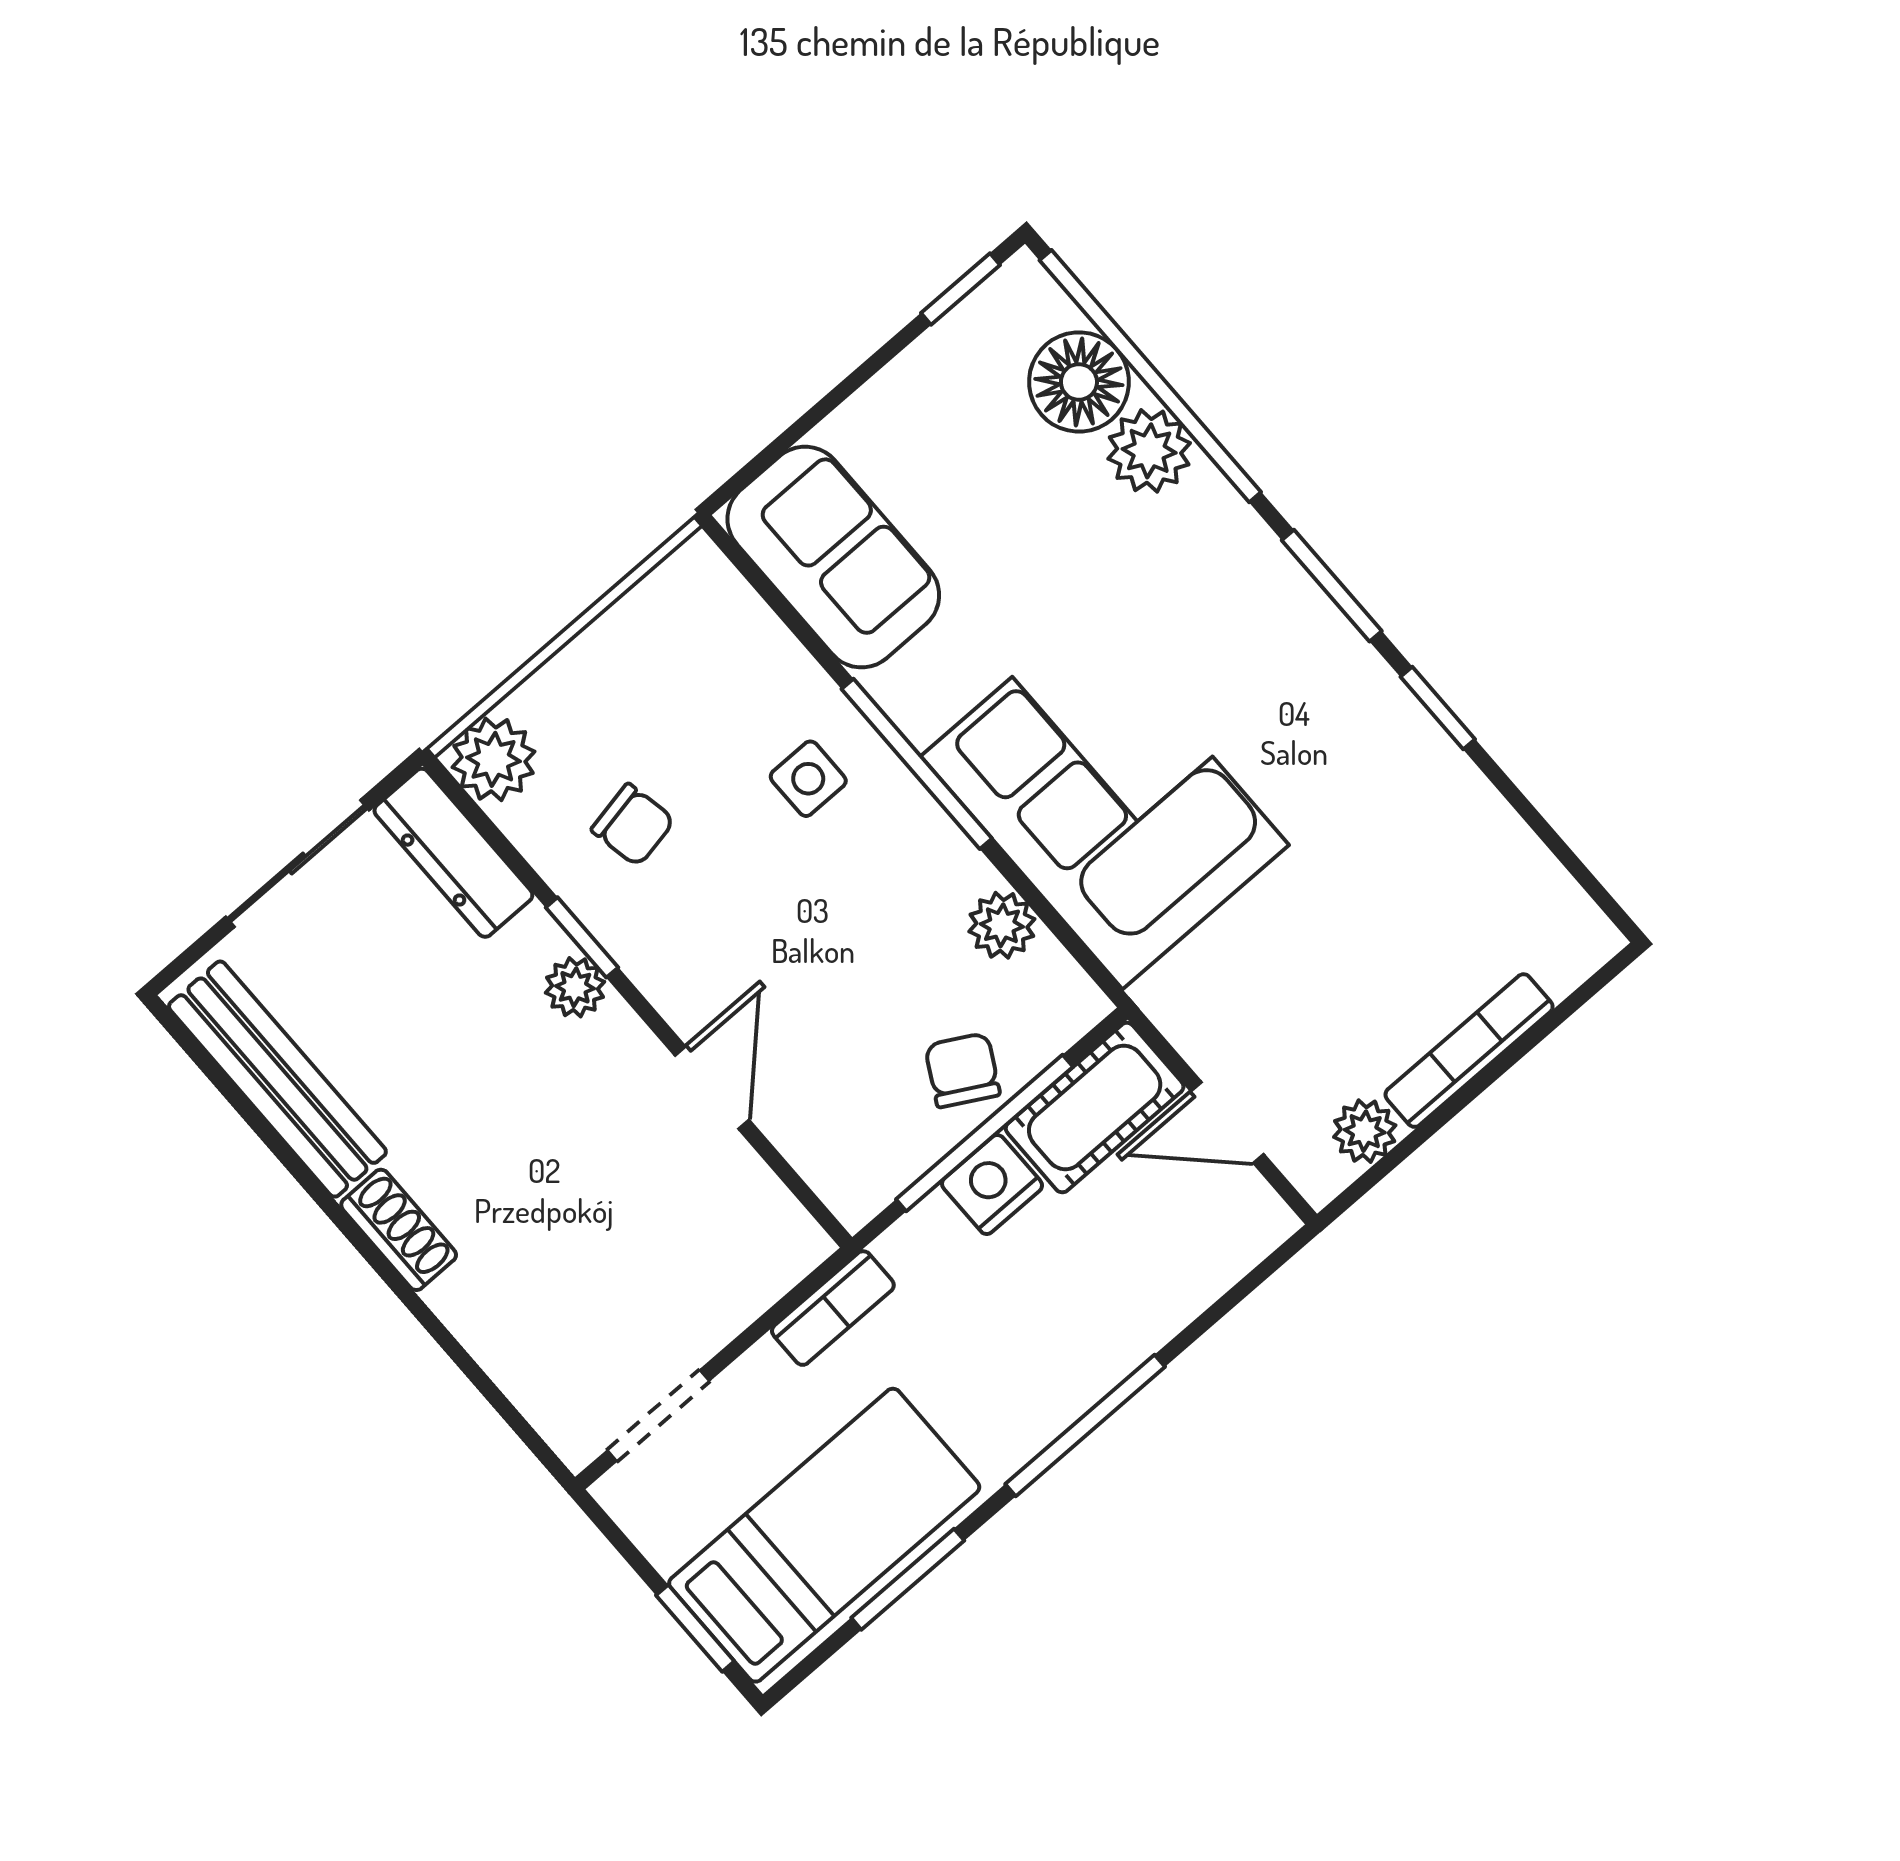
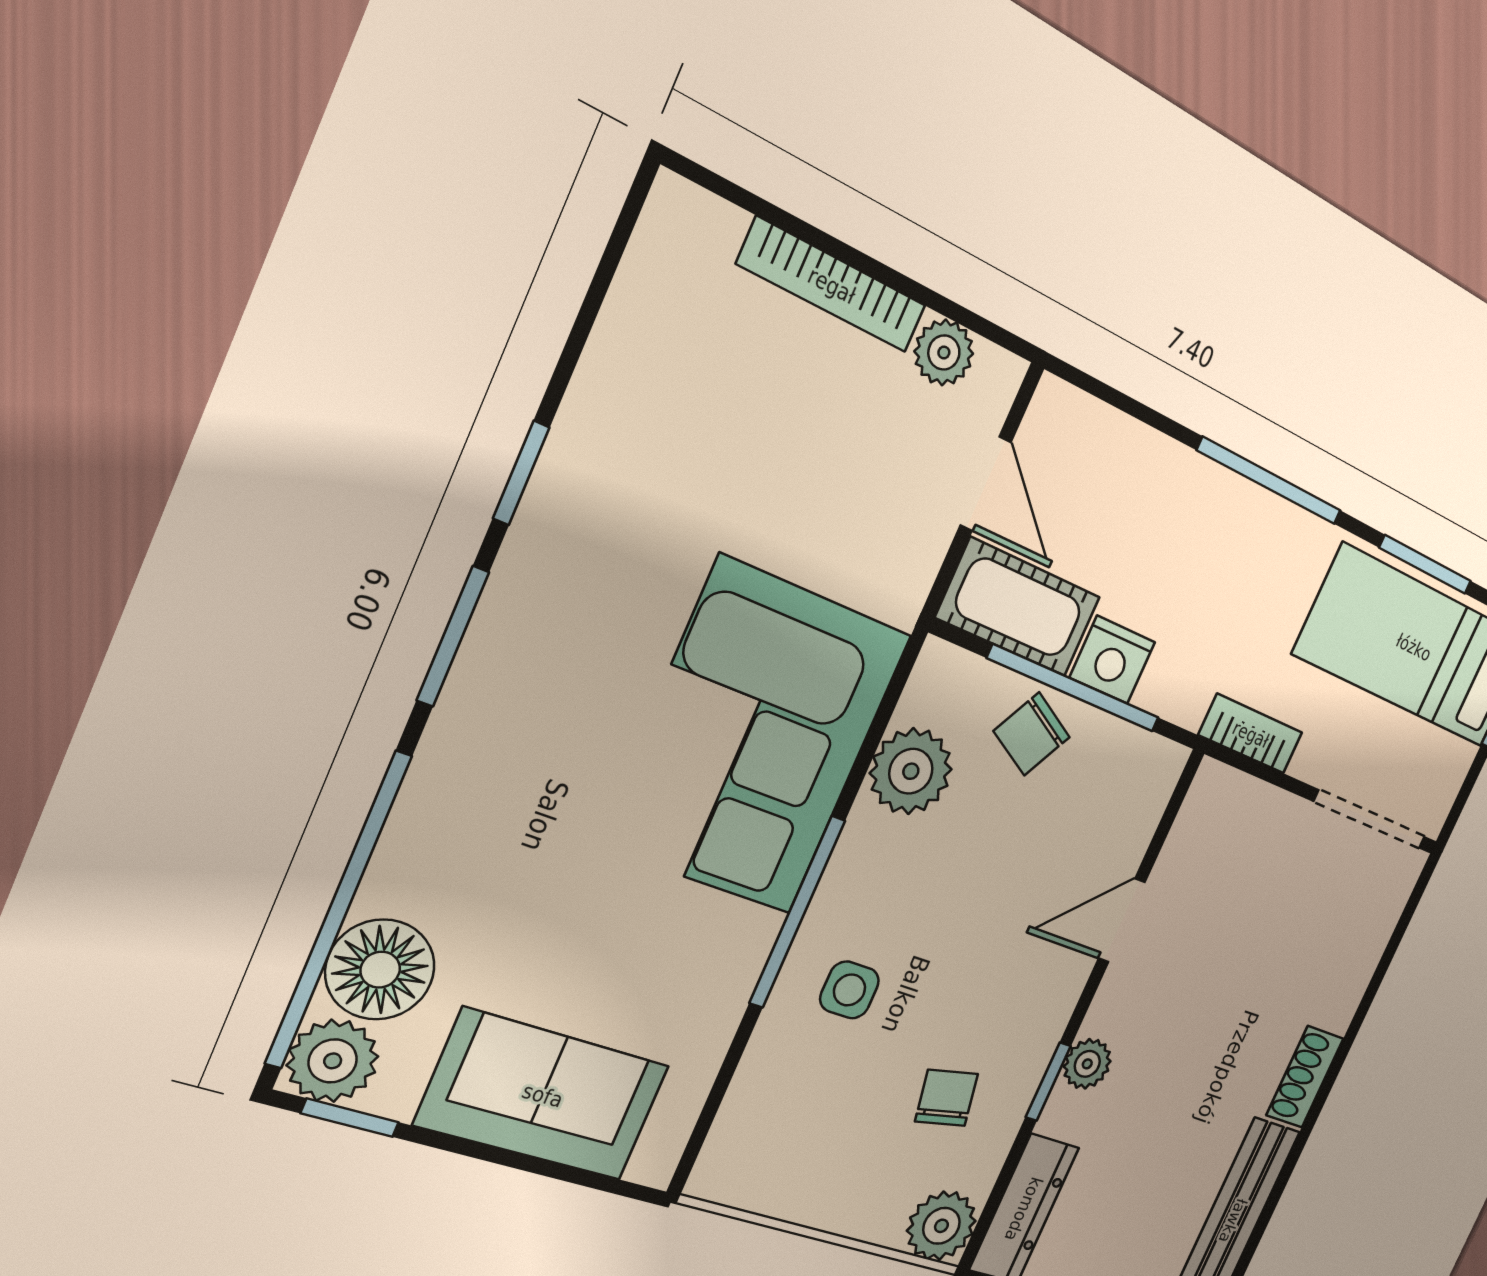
plant: (1149, 451) -> (333, 1061), moved
sofa: (833, 557) -> (543, 1095), moved, turned 90
plant: (1002, 925) -> (911, 771), width x1.38, depth x1.38
doorway: (658, 1416) -> (1370, 819), width x1.38

